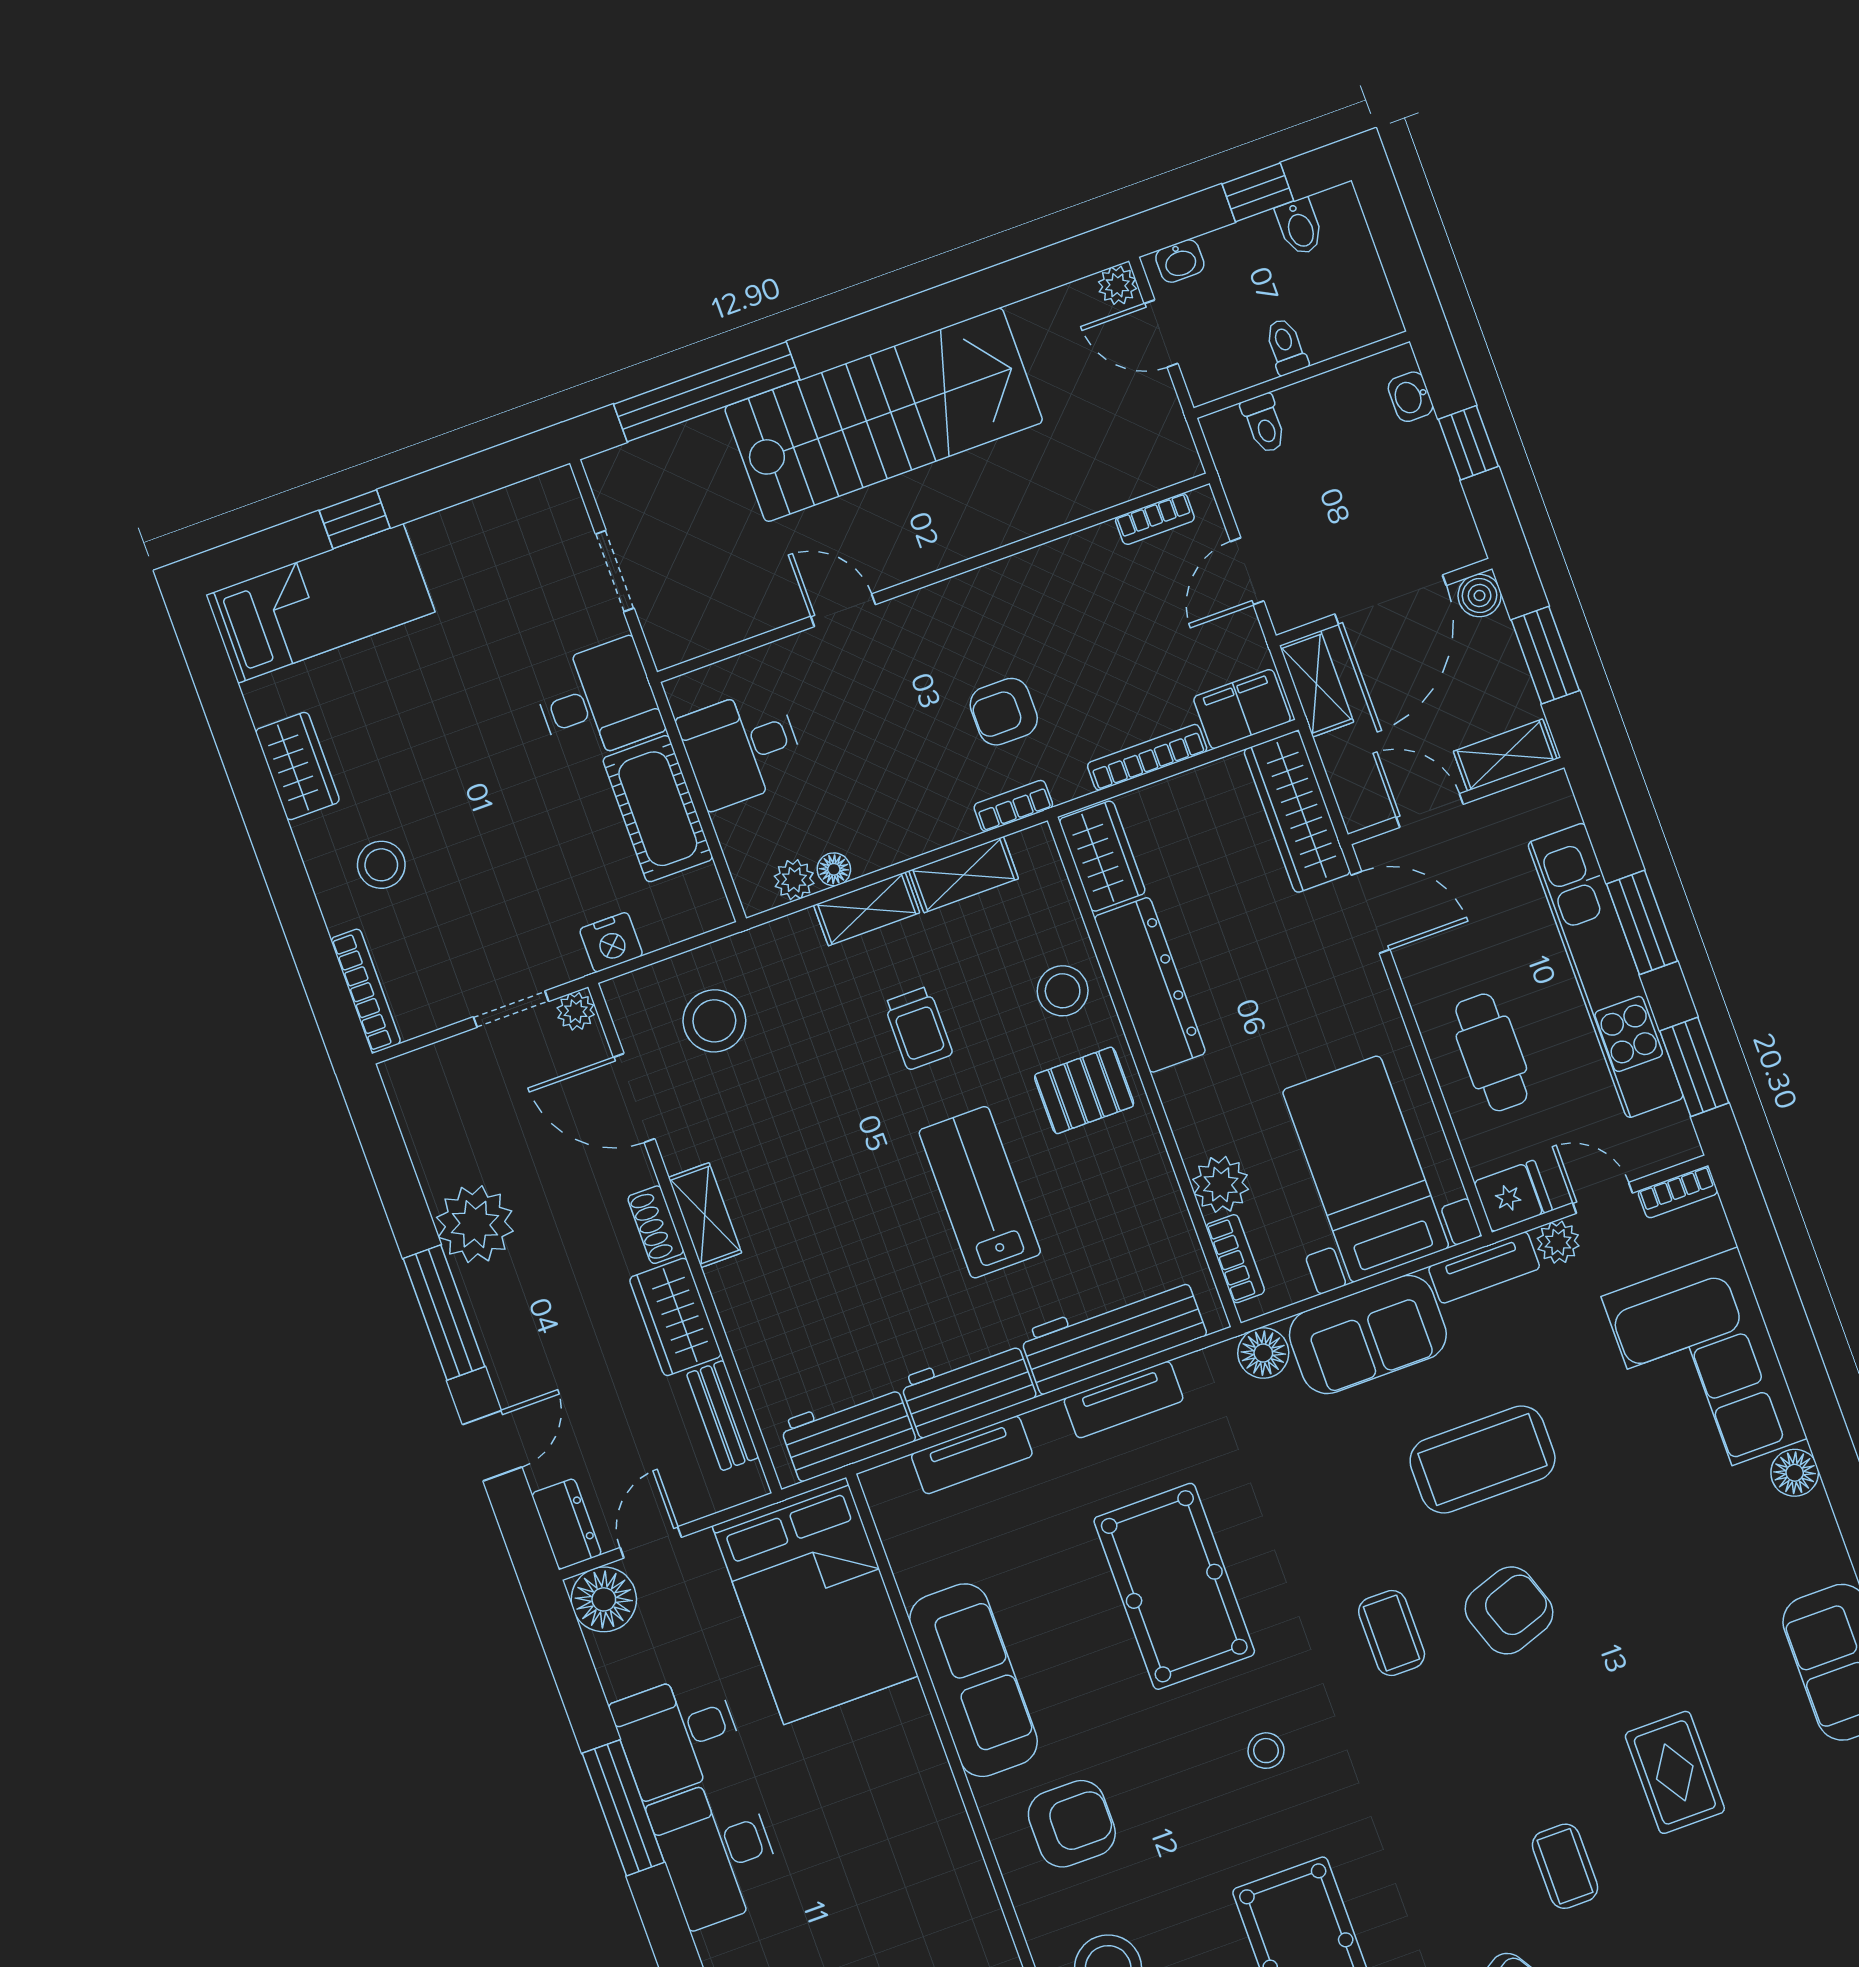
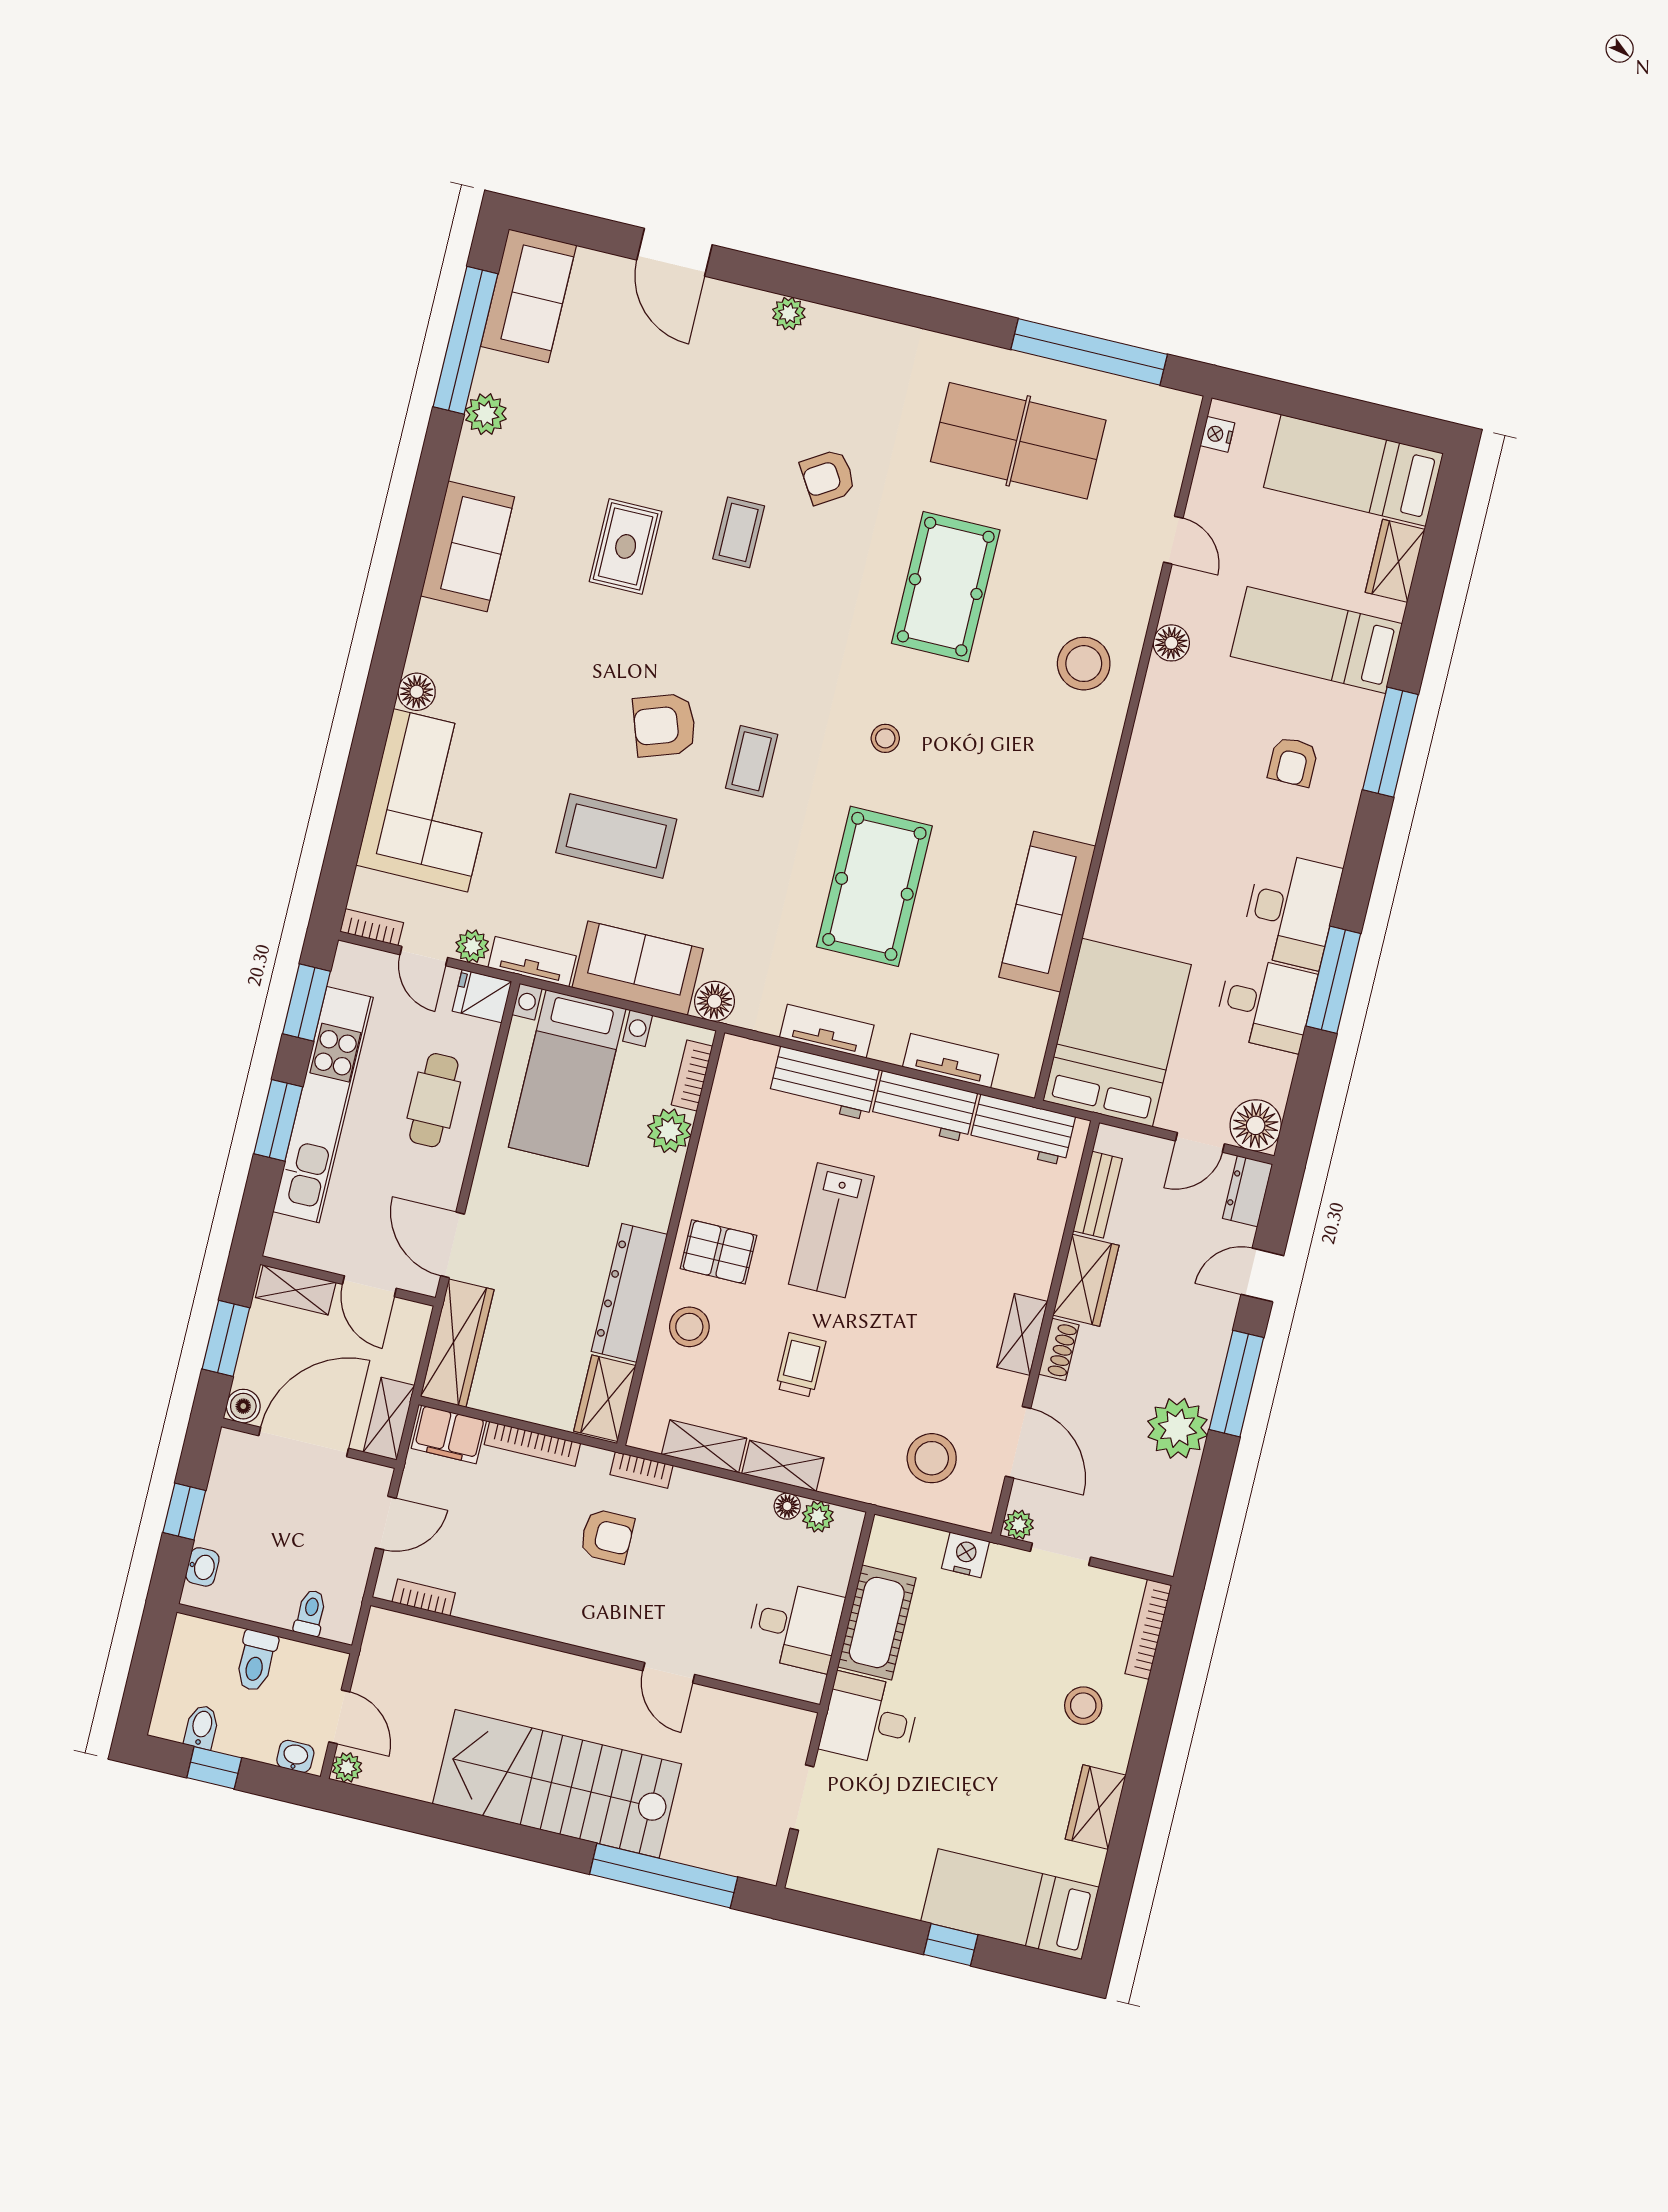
toilet: (1286, 347) -> (256, 1661), width x1.37, depth x1.39
workbench: (1113, 1334) -> (824, 1083), width x0.73
armchair: (1072, 1824) -> (1045, 774), removed

